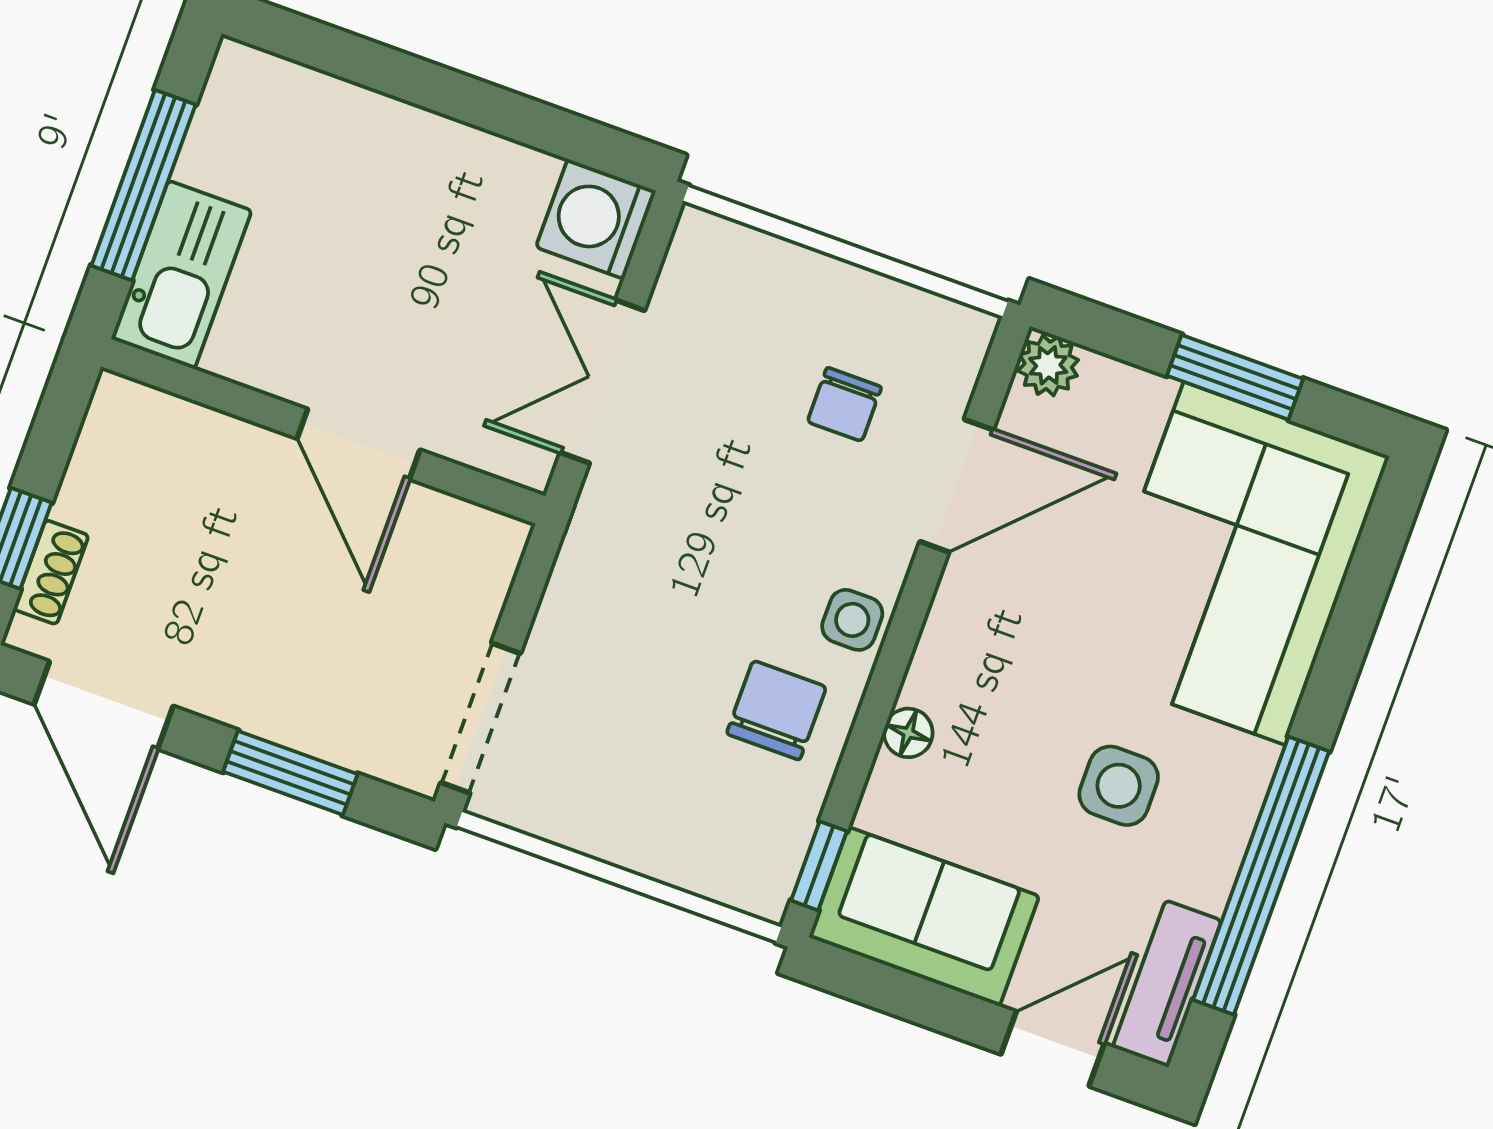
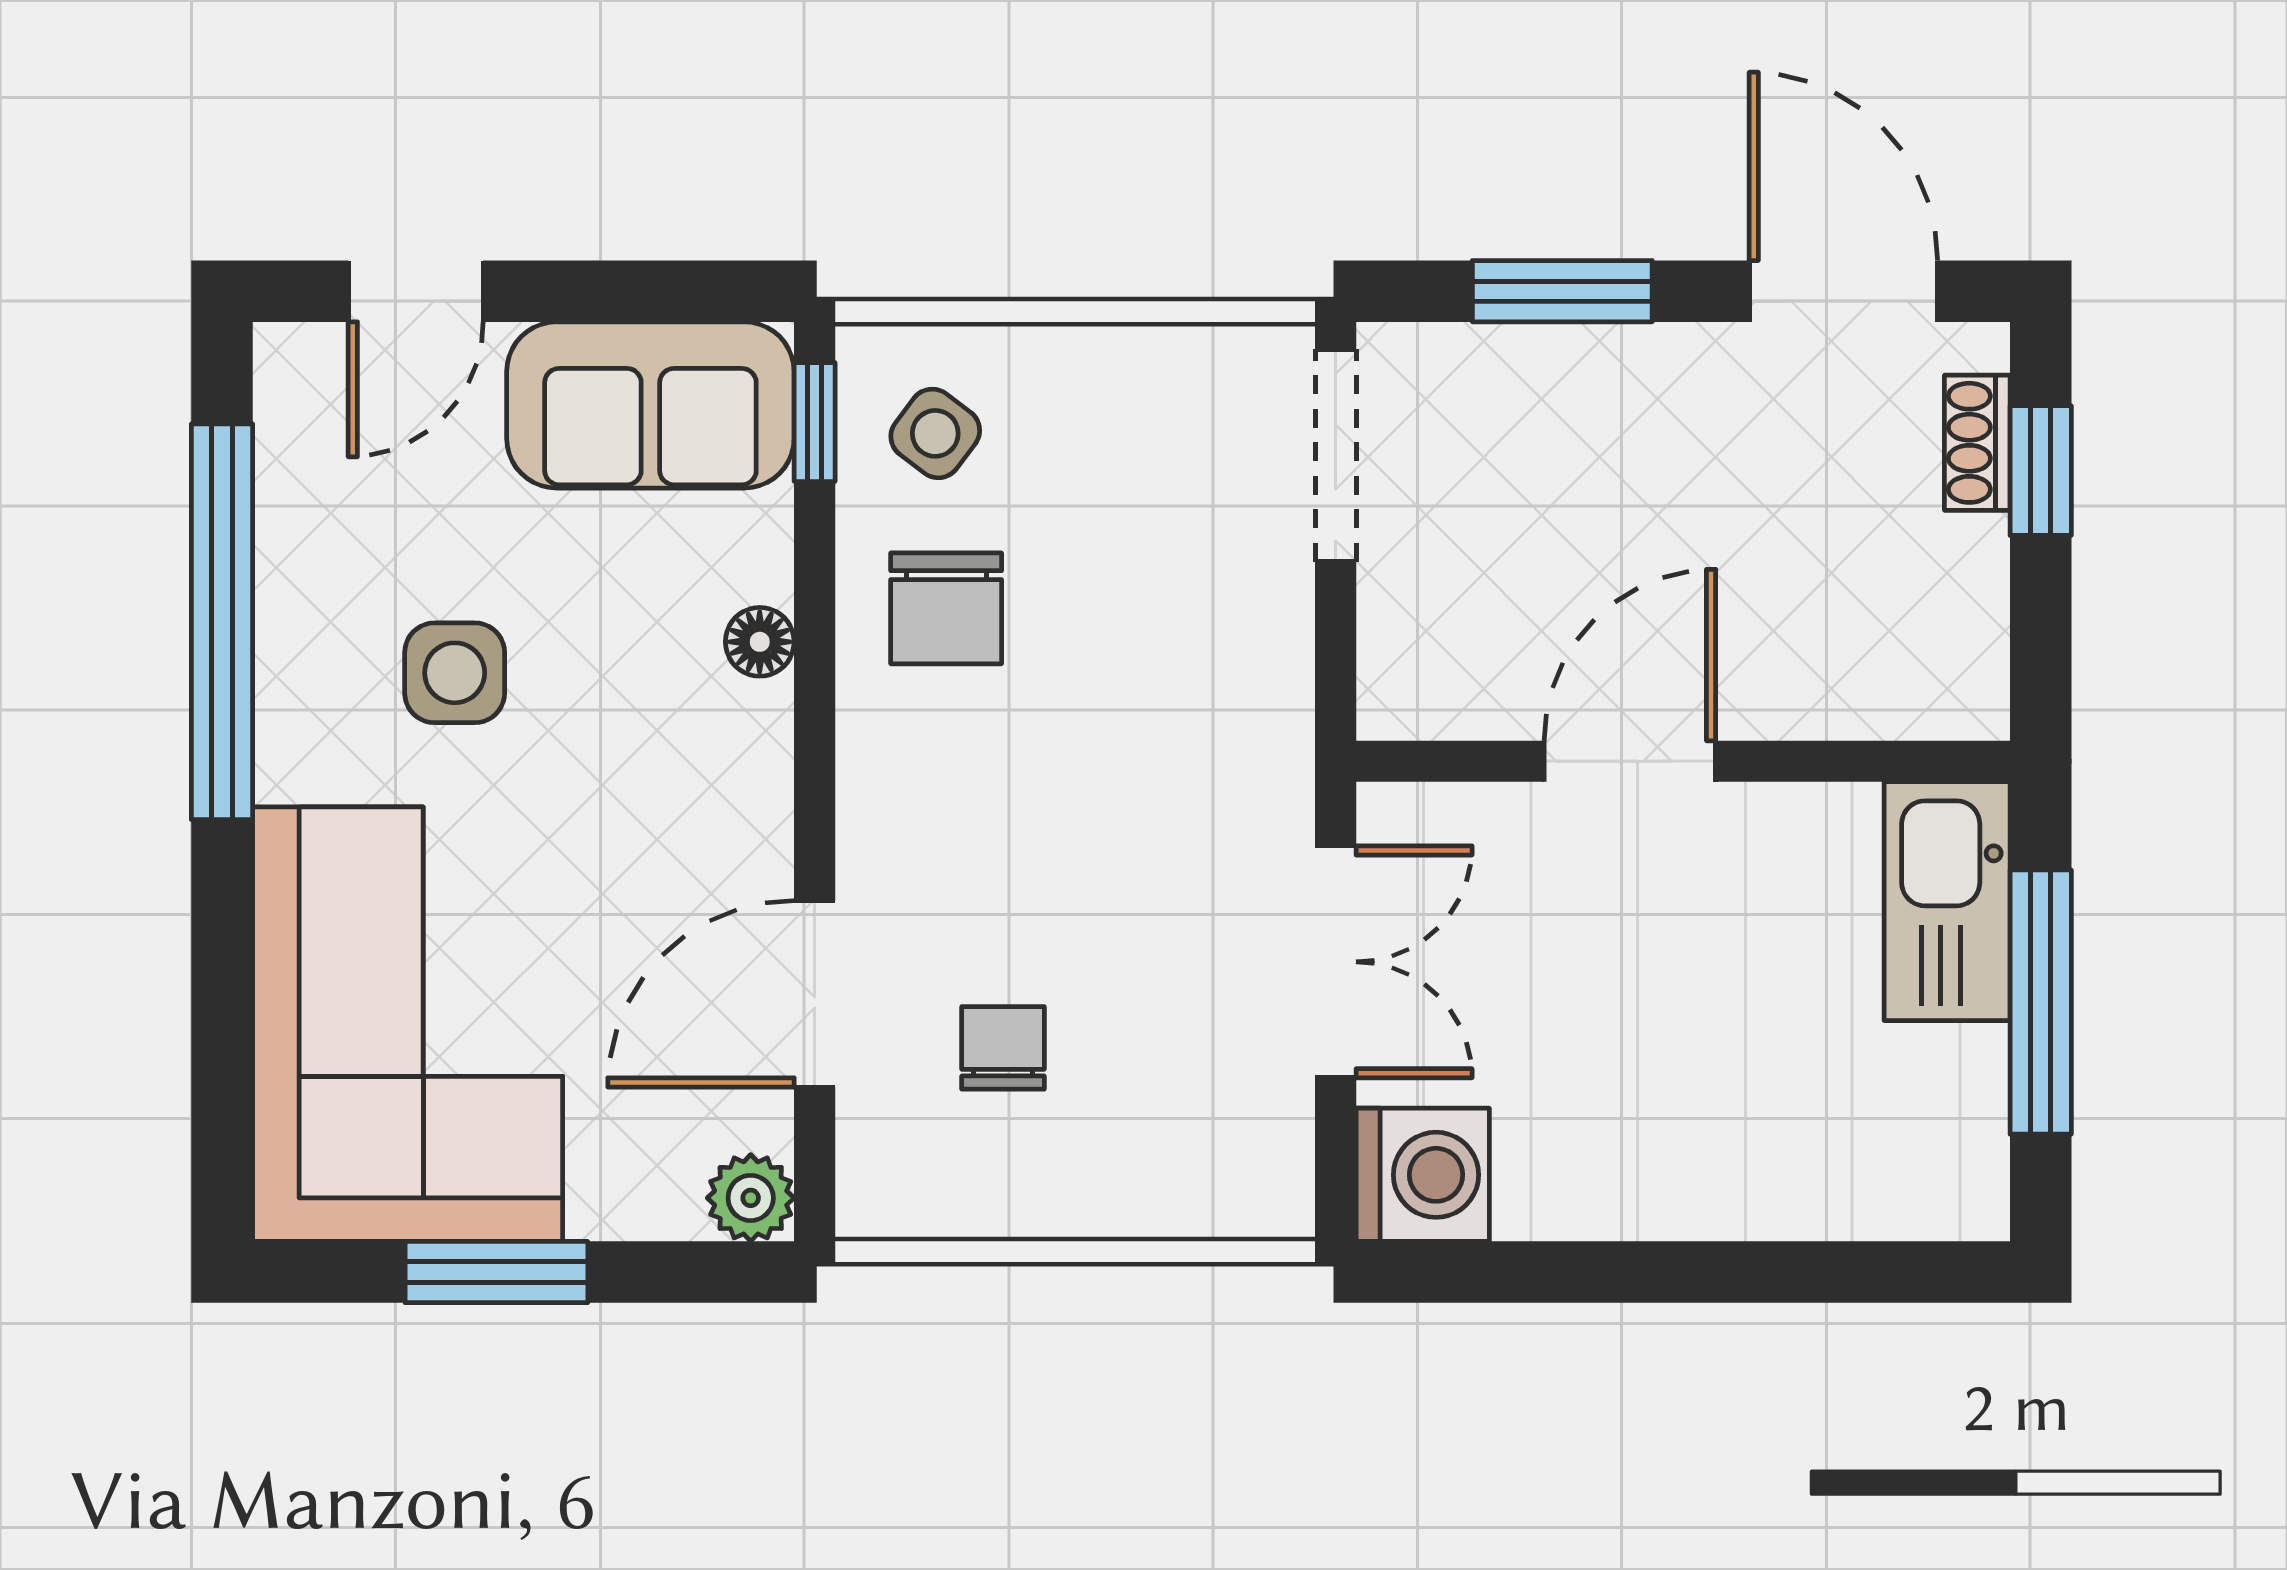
door: (359, 444) -> (1630, 761), hinge flipped
side table: (852, 620) -> (935, 433), moved, turned 37
tv unit: (1167, 984) -> (295, 433), removed

